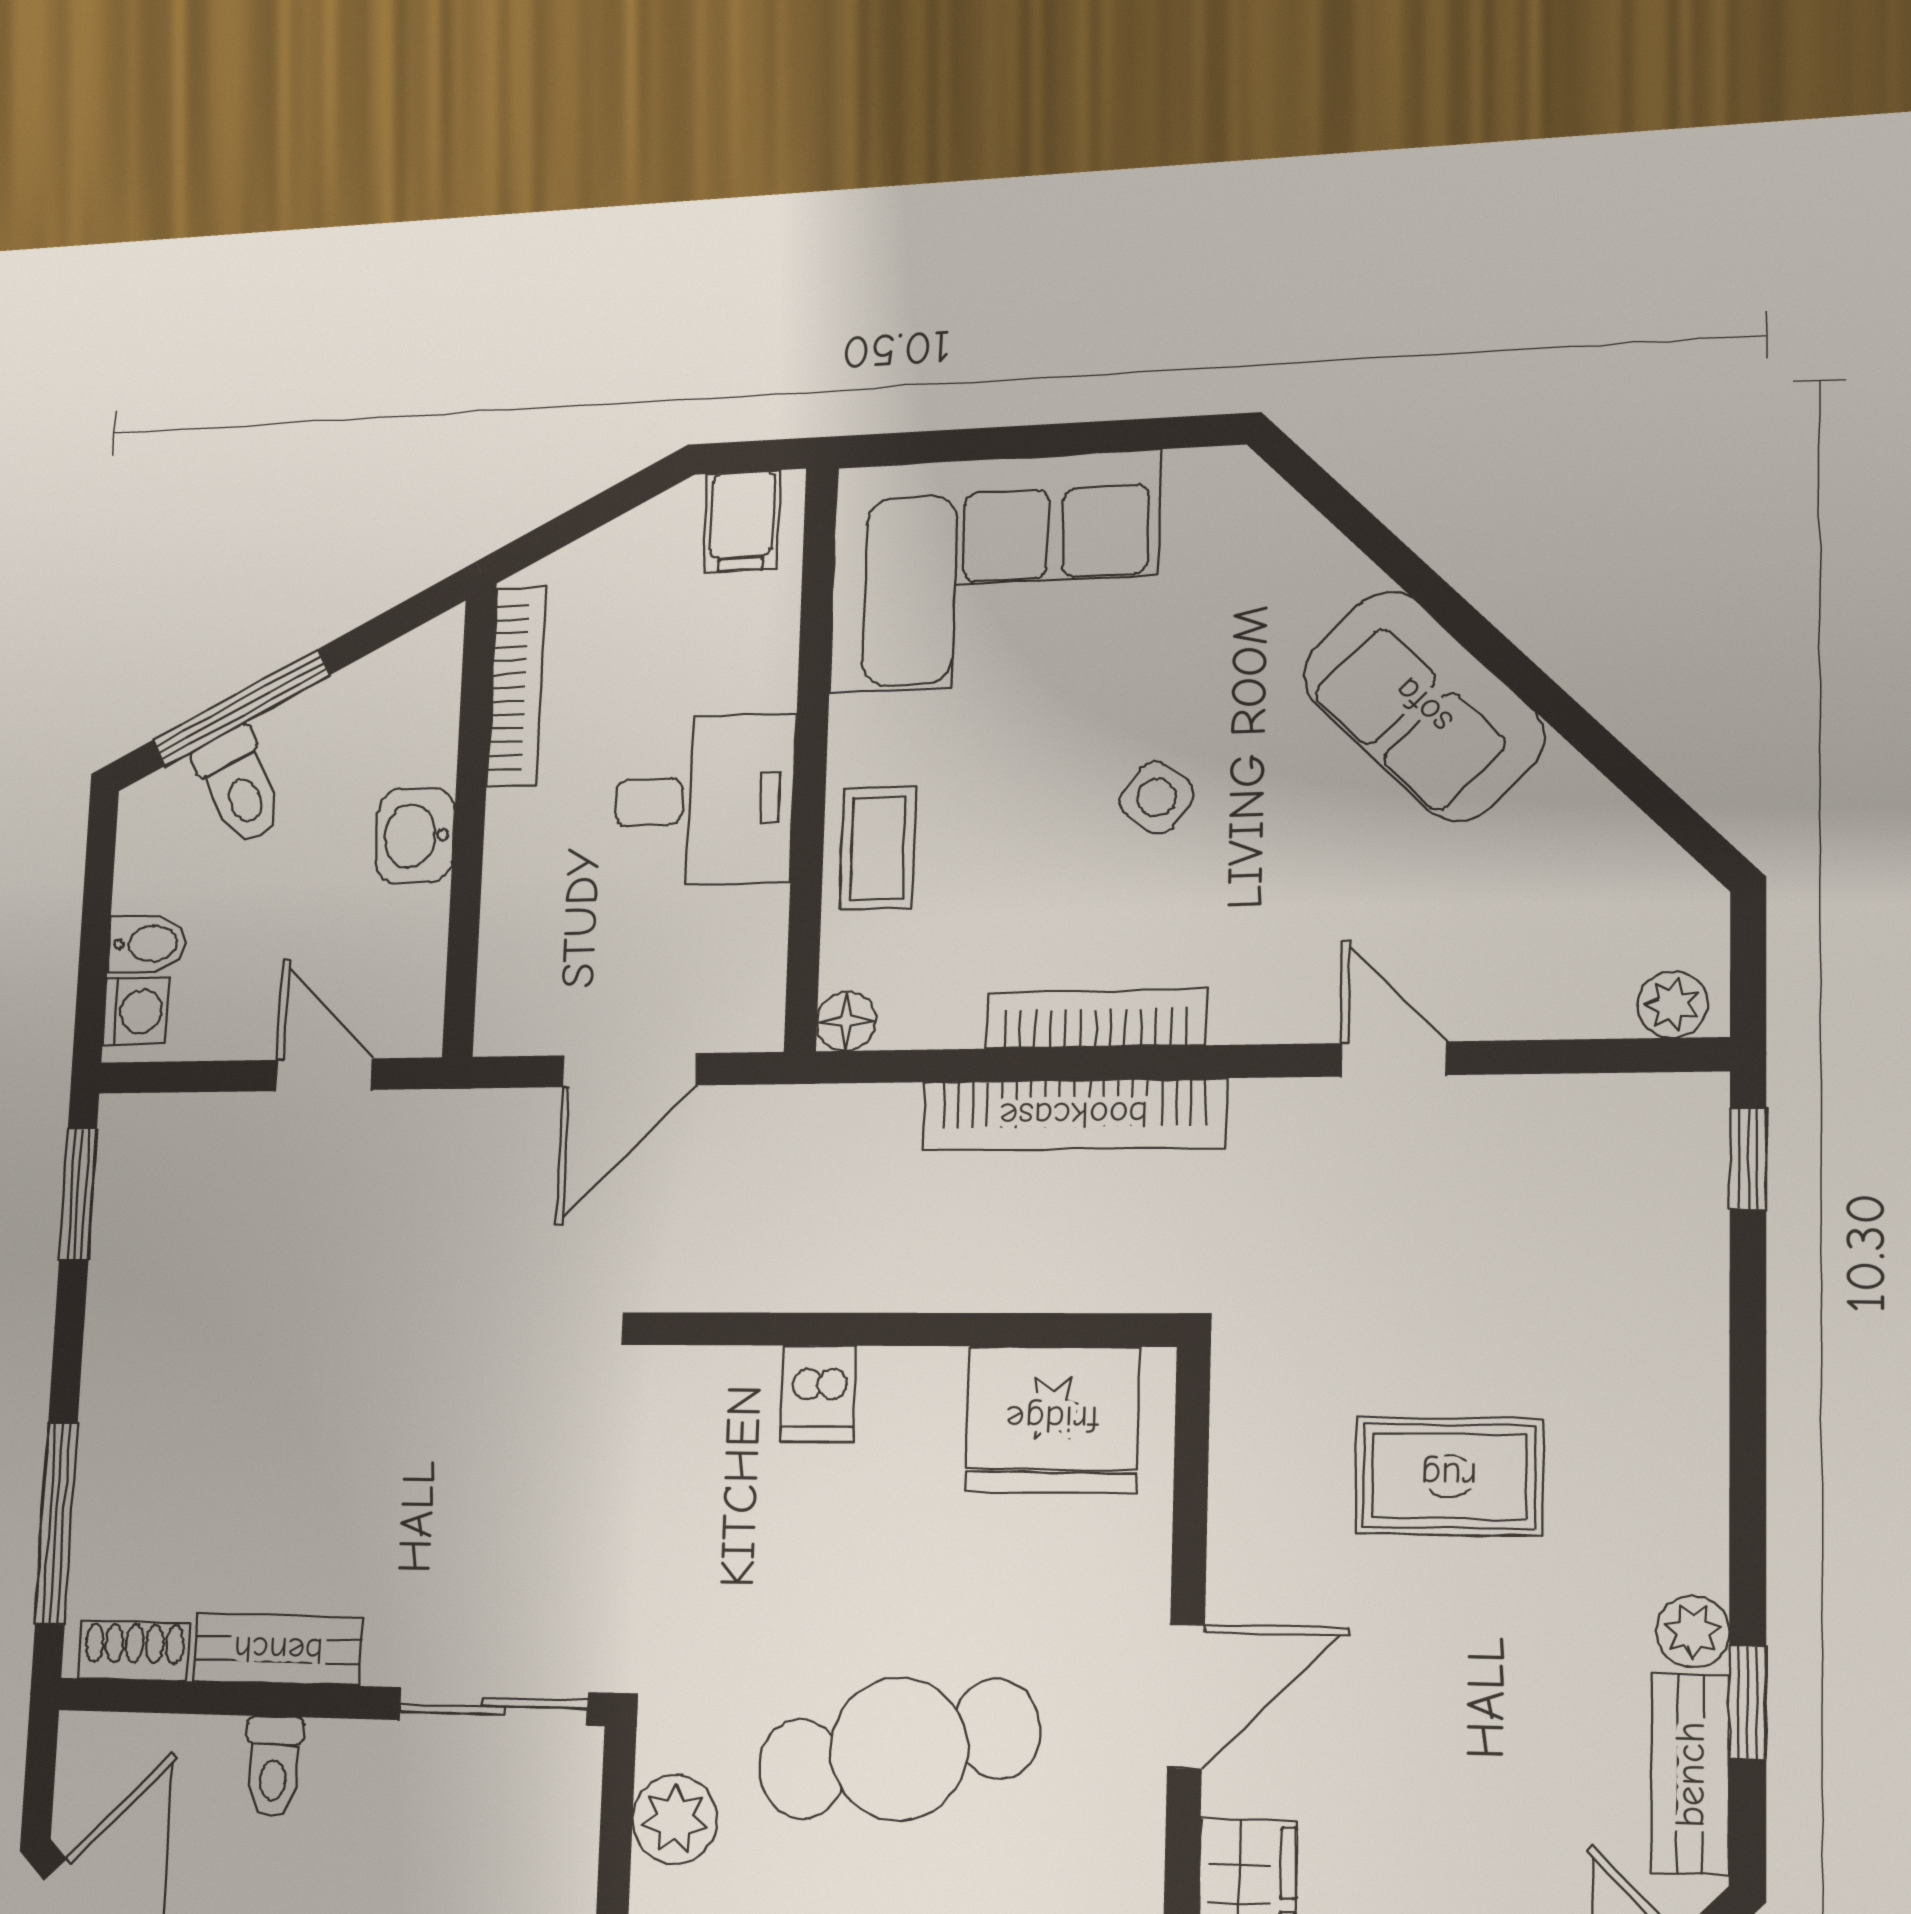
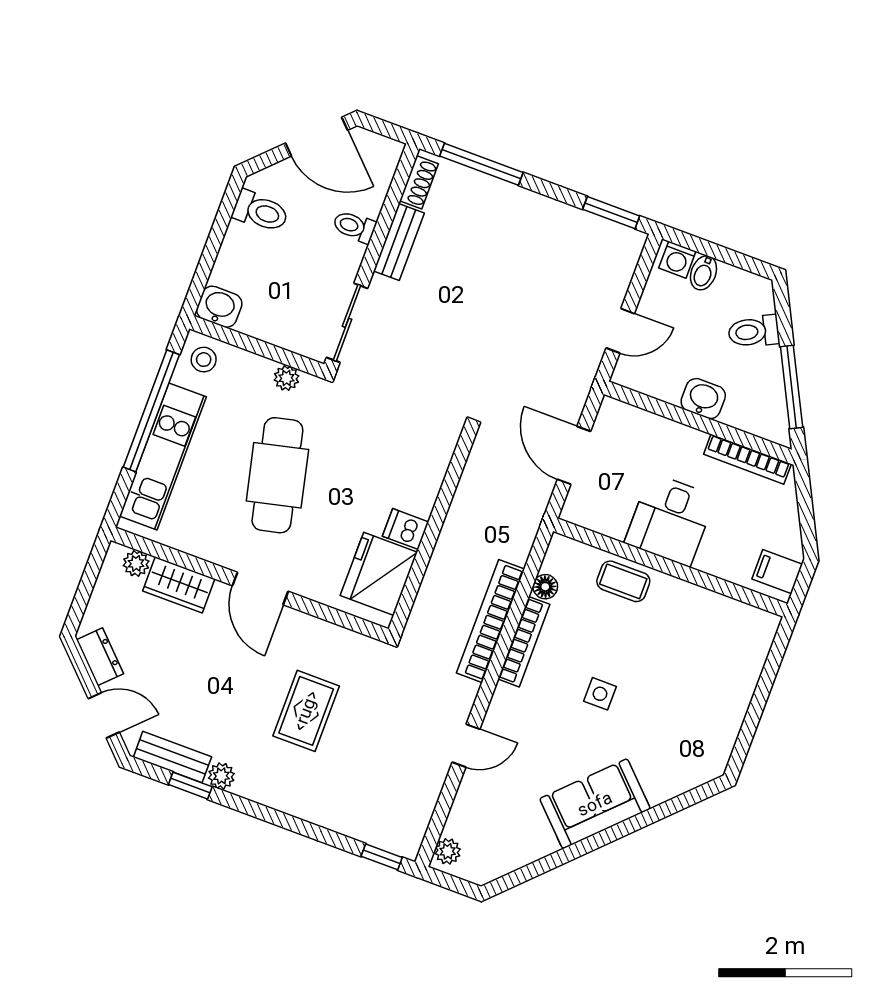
corner sofa: (994, 572) -> (715, 663), removed
window: (241, 708) -> (792, 387), moved
side table: (1157, 797) -> (600, 694), turned -36
floor lamp: (846, 1021) -> (545, 587), moved
dishwasher: (819, 1394) -> (406, 529), moved
plant: (675, 1819) -> (286, 378), width x0.73, depth x0.73

